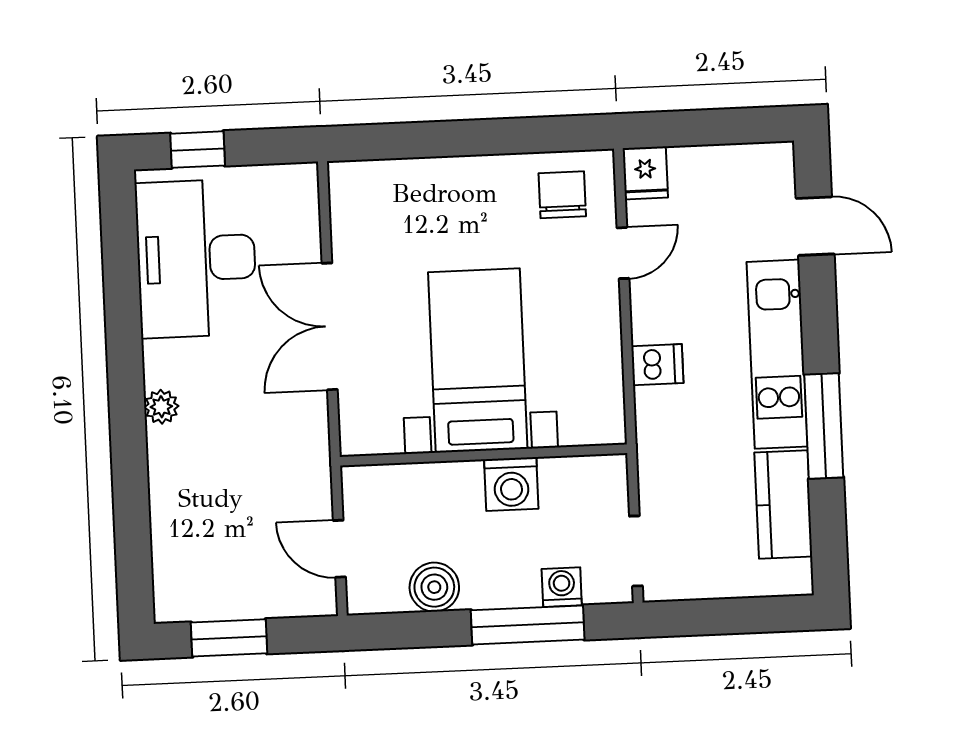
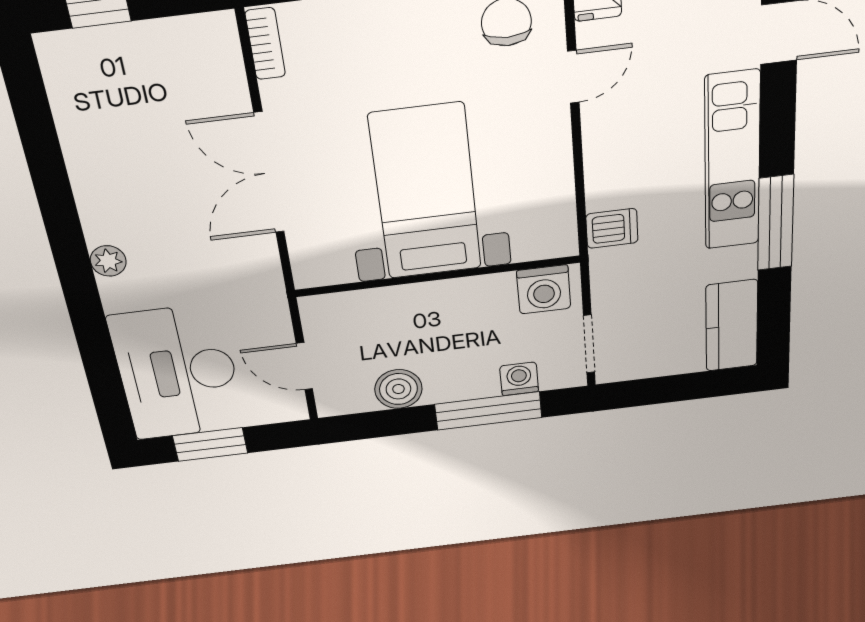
bookcase: (342, 197) -> (265, 44), added
desk: (196, 258) -> (177, 373), moved
dishwasher: (657, 365) -> (612, 228), moved
washing machine: (511, 484) -> (544, 289), moved
kitchen counter: (783, 504) -> (732, 326), moved

